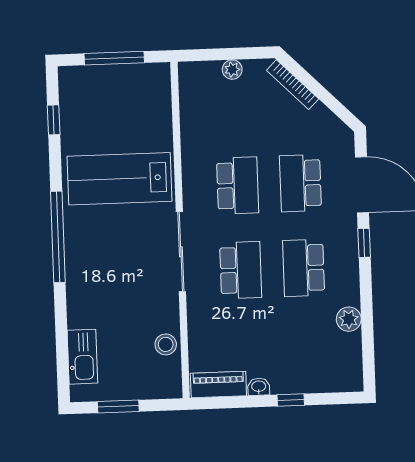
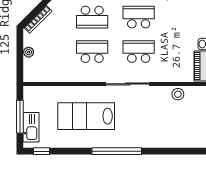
window: (54, 120) -> (41, 151), moved
lab bench: (120, 179) -> (86, 116), turned 90
school desk: (304, 268) -> (139, 17), turned 180
kitchen sink: (82, 357) -> (31, 127), moved, turned 90

